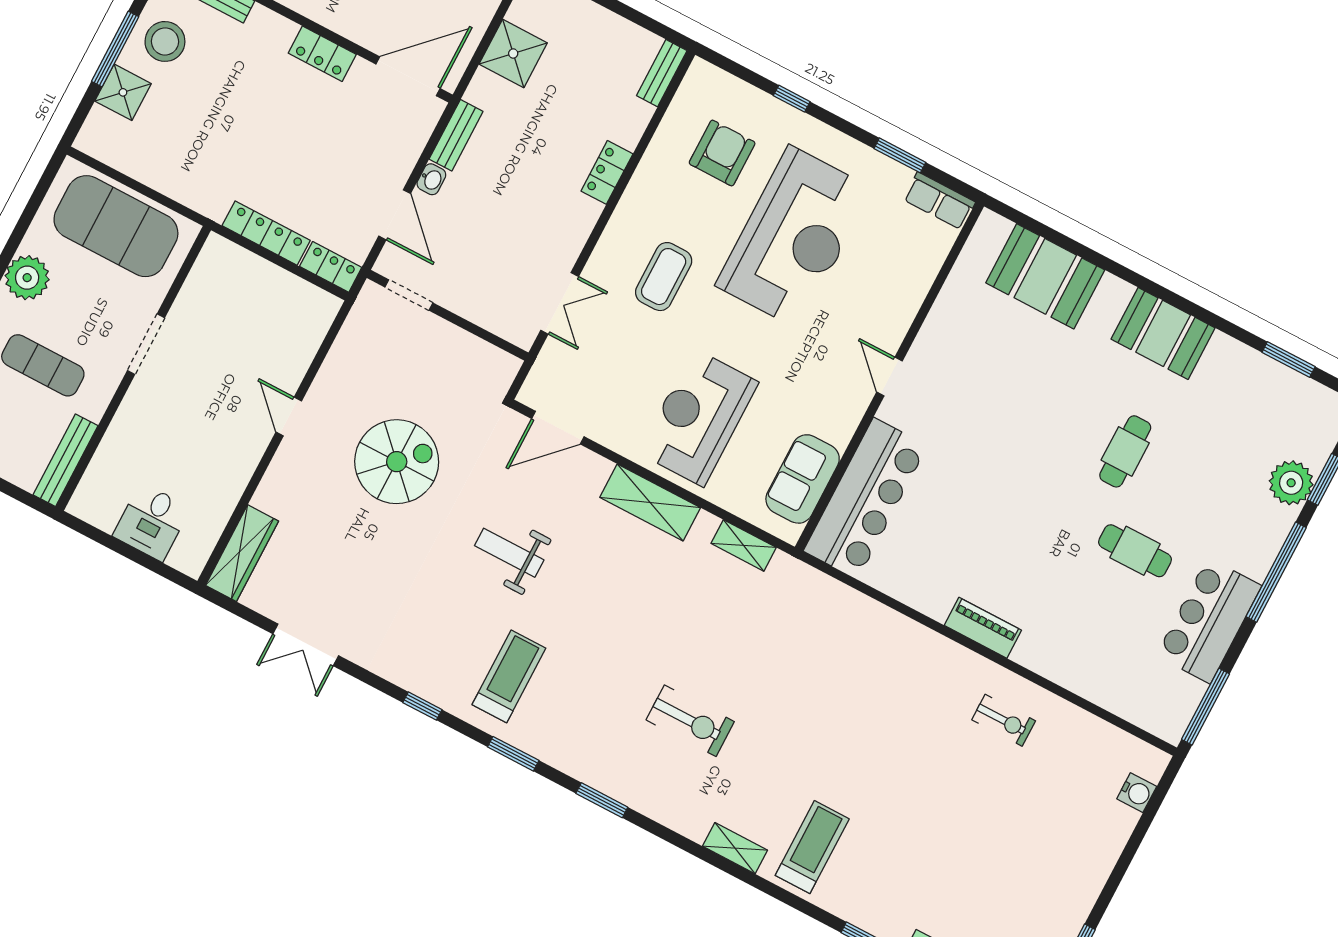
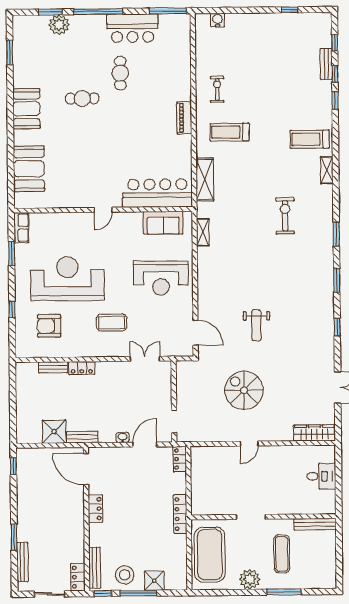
bench: (662, 73) -> (53, 367), moved
bench: (456, 135) -> (82, 437), moved
locker: (266, 233) -> (180, 514), moved
shelving: (650, 502) -> (205, 179), moved
treadmill: (509, 676) -> (230, 132), moved

